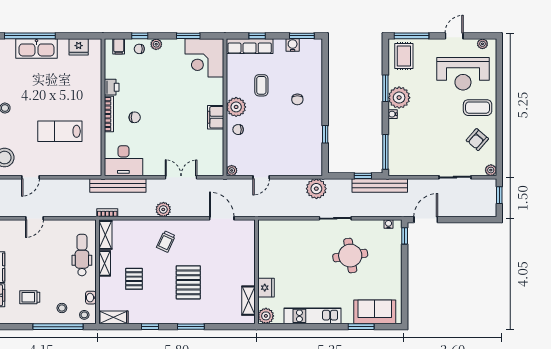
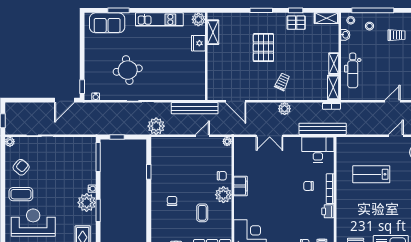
lab bench: (60, 131) -> (371, 174), turned 180
bench: (380, 185) -> (195, 108), moved
pallet: (134, 279) -> (296, 23), moved, turned 90

